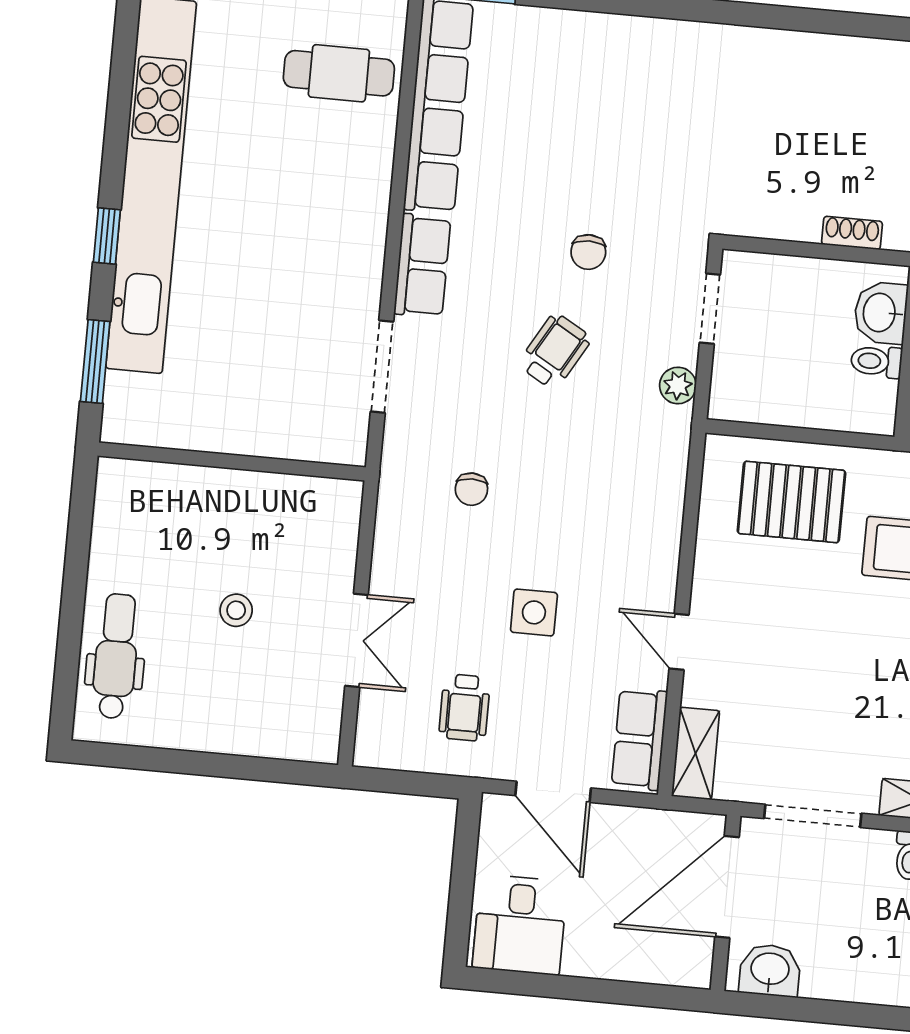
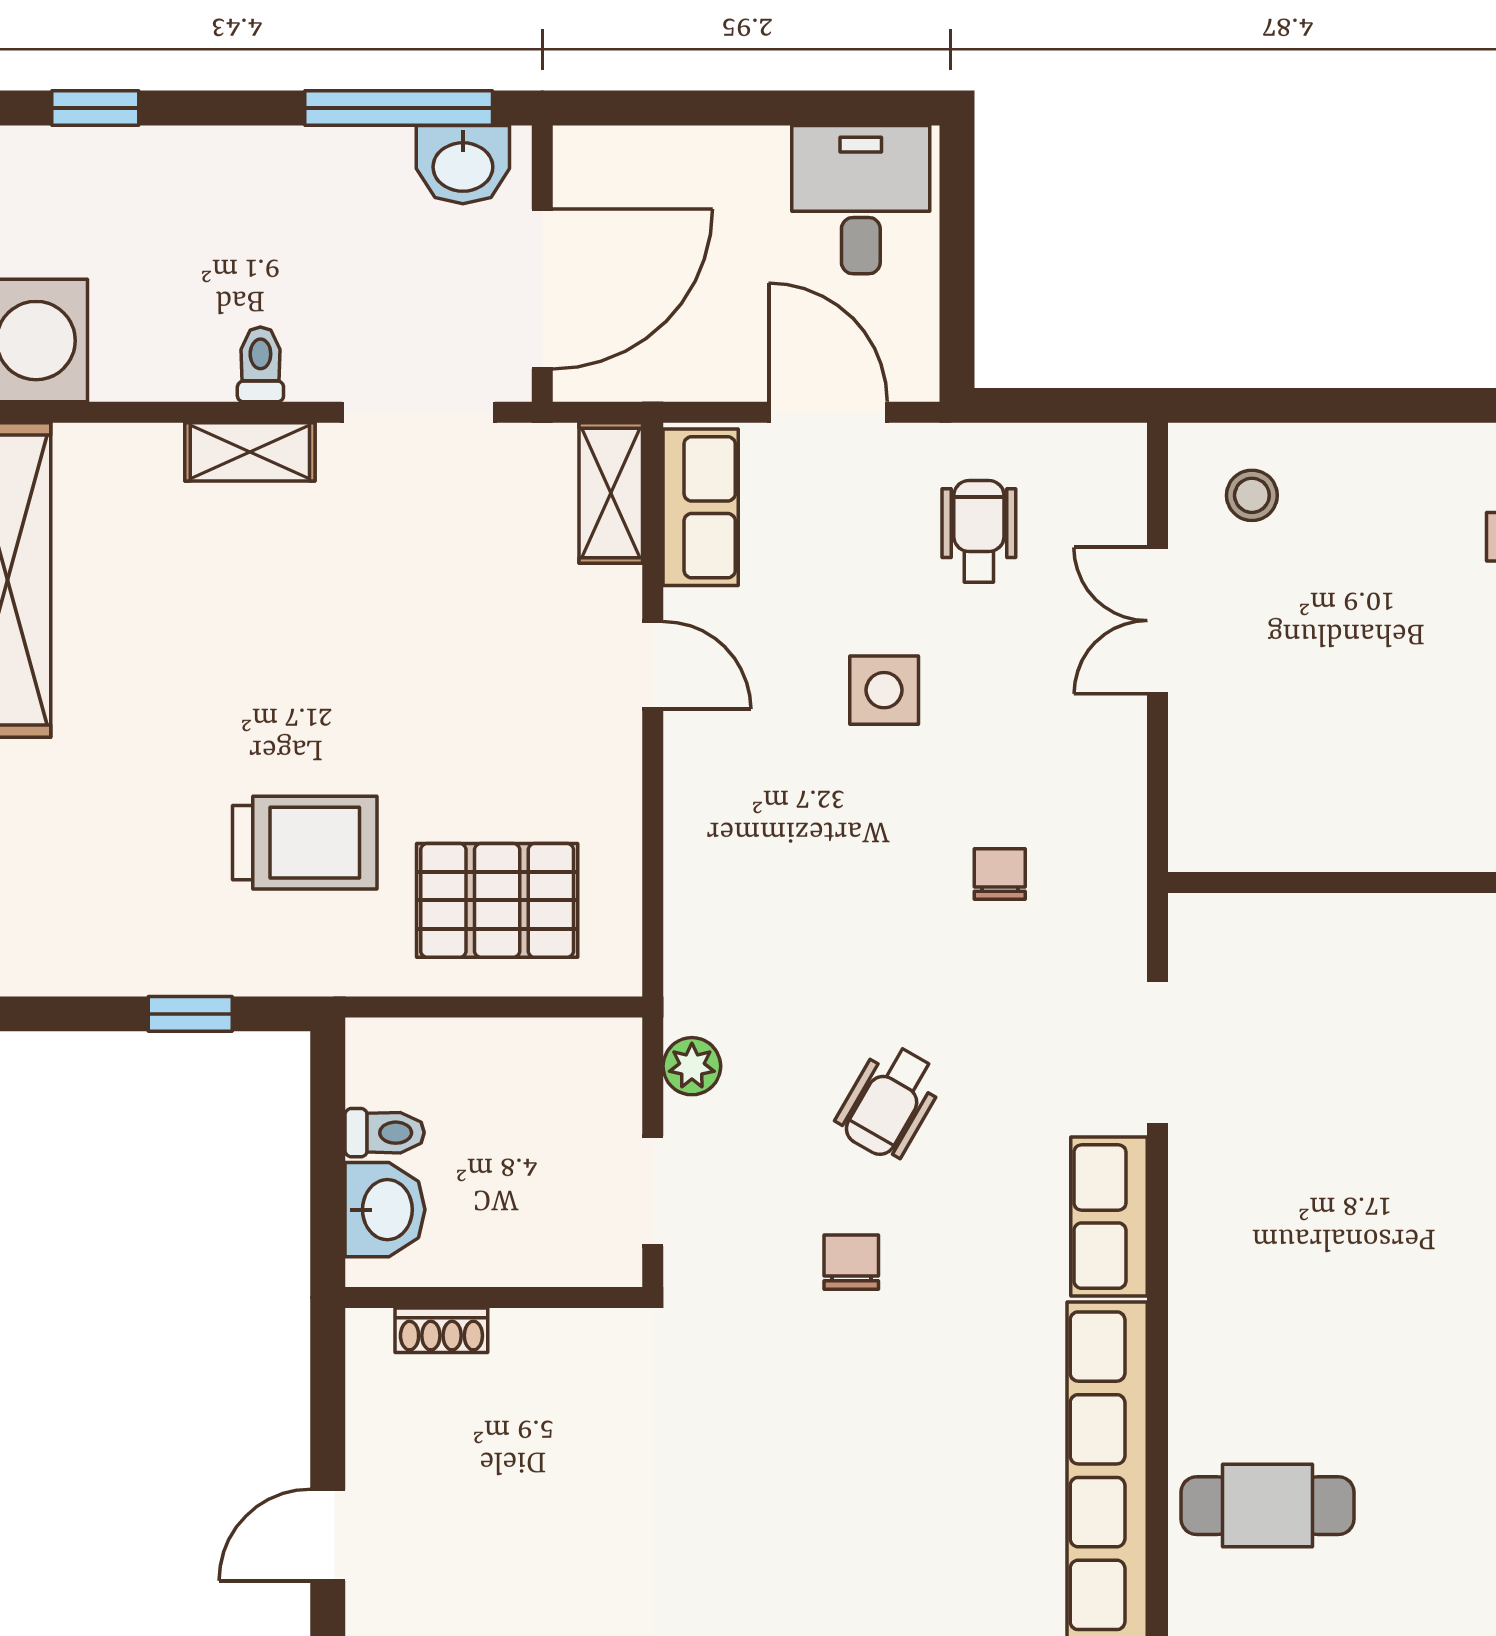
stool: (236, 610) -> (1252, 495), moved
window: (807, 1010) -> (399, 108), added

